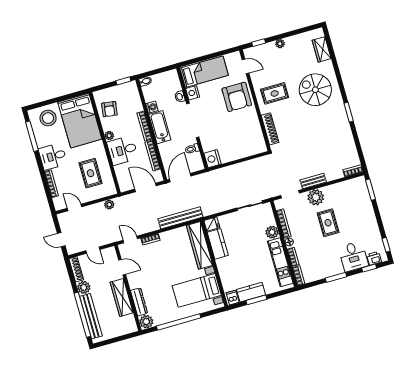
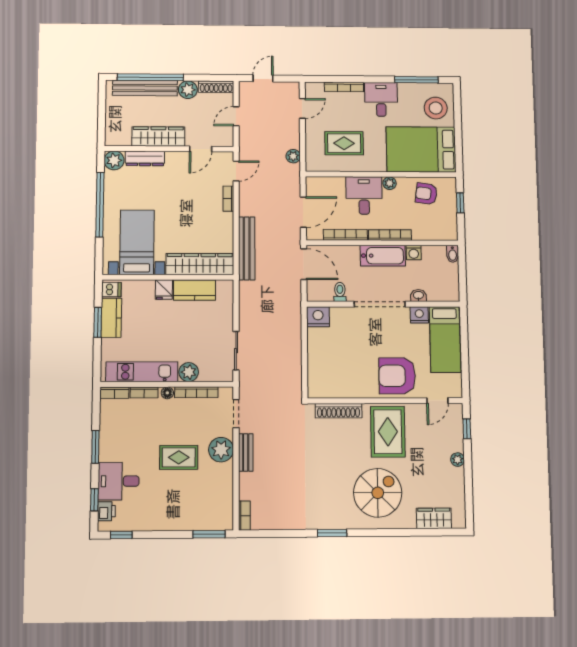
window: (123, 81) -> (460, 203), moved
rug: (275, 93) -> (388, 432), width x1.36, depth x1.43
fridge: (212, 224) -> (164, 290), moved

